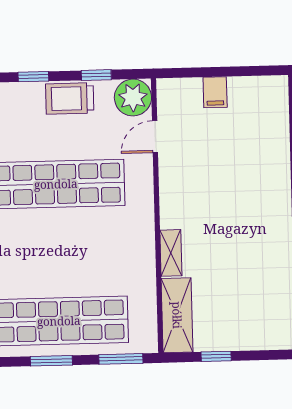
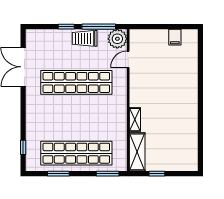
window: (96, 75) -> (99, 27), width x2.17
filing cabinet: (215, 92) -> (175, 37), moved
window: (51, 361) -> (58, 174), moved

